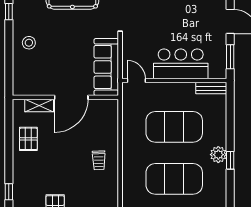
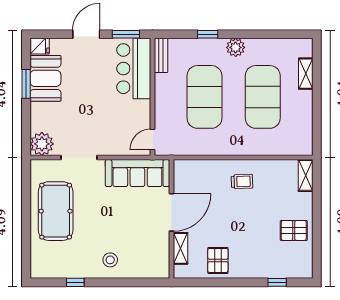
bar counter: (181, 64) -> (134, 69), moved
door: (71, 97) -> (171, 212), hinge flipped
pallet: (28, 139) -> (218, 260), turned 90
window: (230, 160) -> (208, 34), moved

